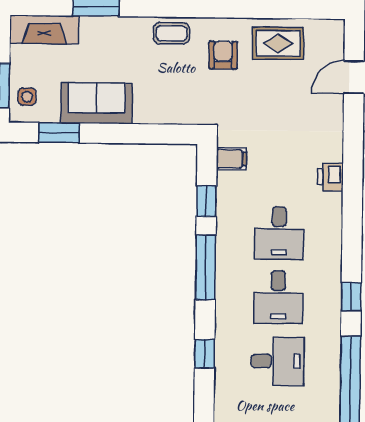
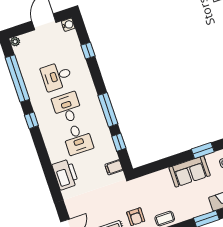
printer: (330, 177) -> (65, 174), width x1.87, depth x1.48
desk: (279, 233) -> (78, 139), turned 180
window: (205, 354) -> (88, 51), moved

